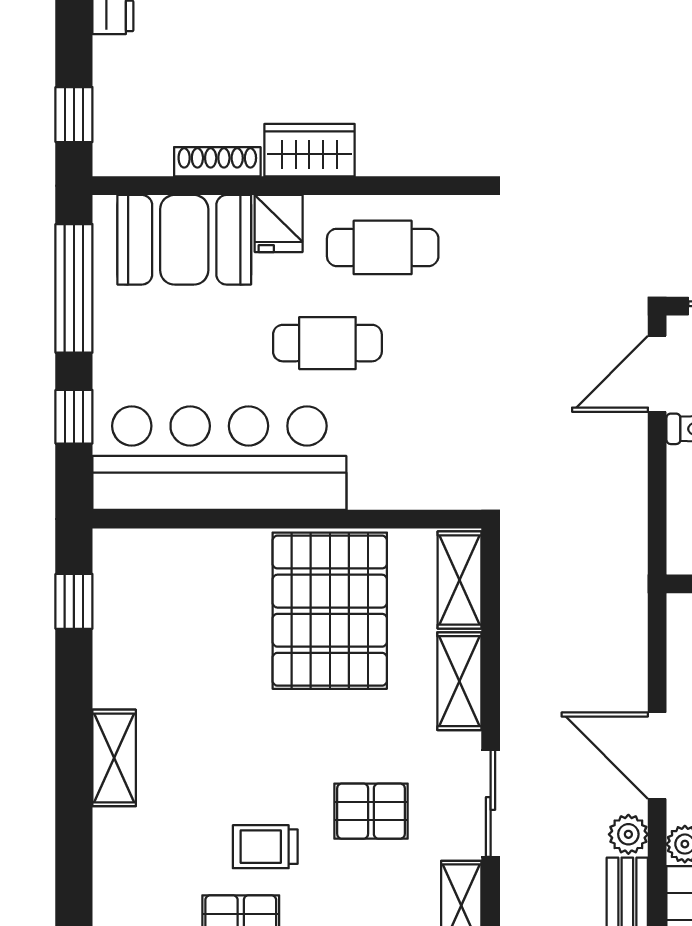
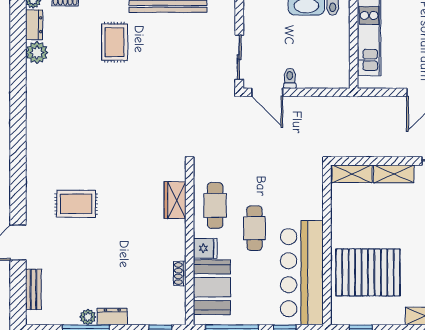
wardrobe: (309, 150) -> (175, 200), moved
shoe rack: (217, 162) -> (180, 274), width x0.70
pallet: (330, 611) -> (368, 272), moved

